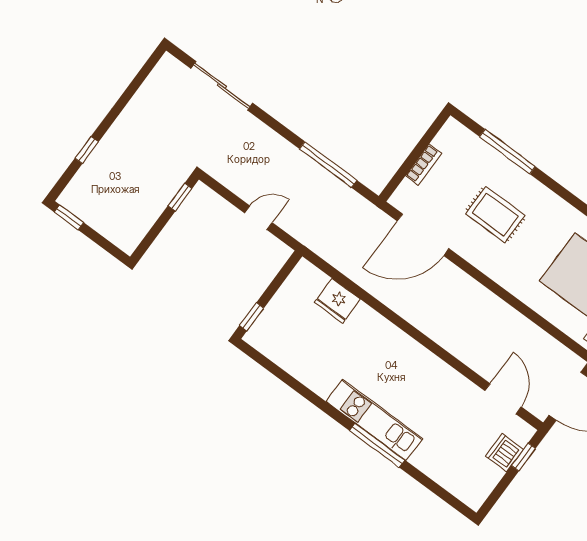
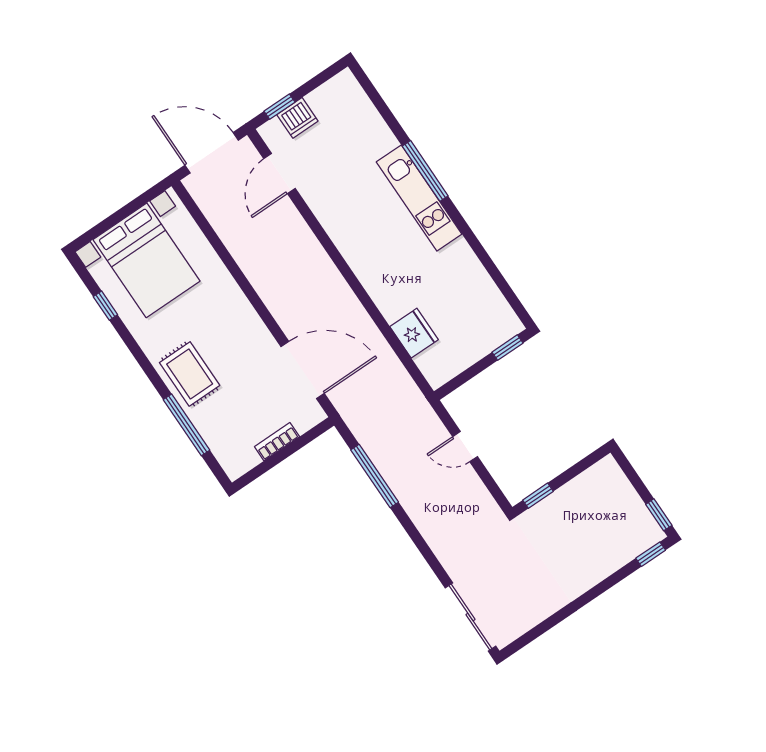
sliding door: (222, 86) -> (470, 617), moved
window: (87, 150) -> (651, 554), moved
rug: (495, 215) -> (190, 374), moved

